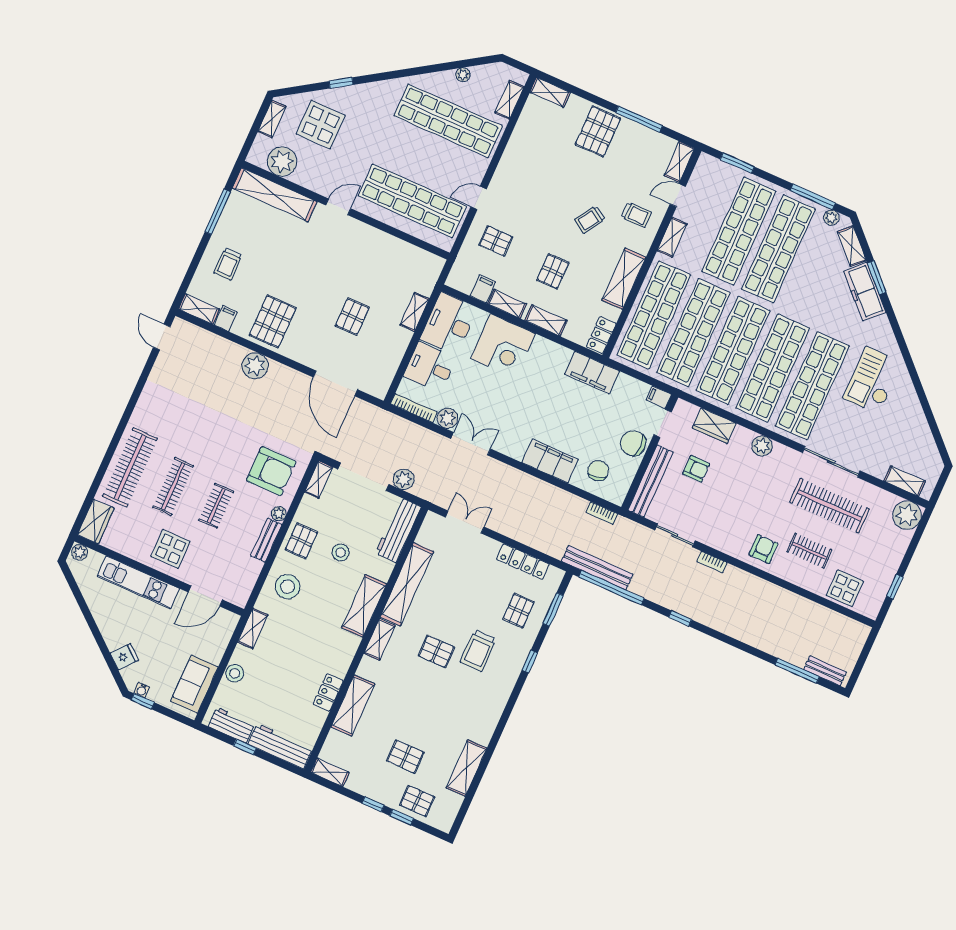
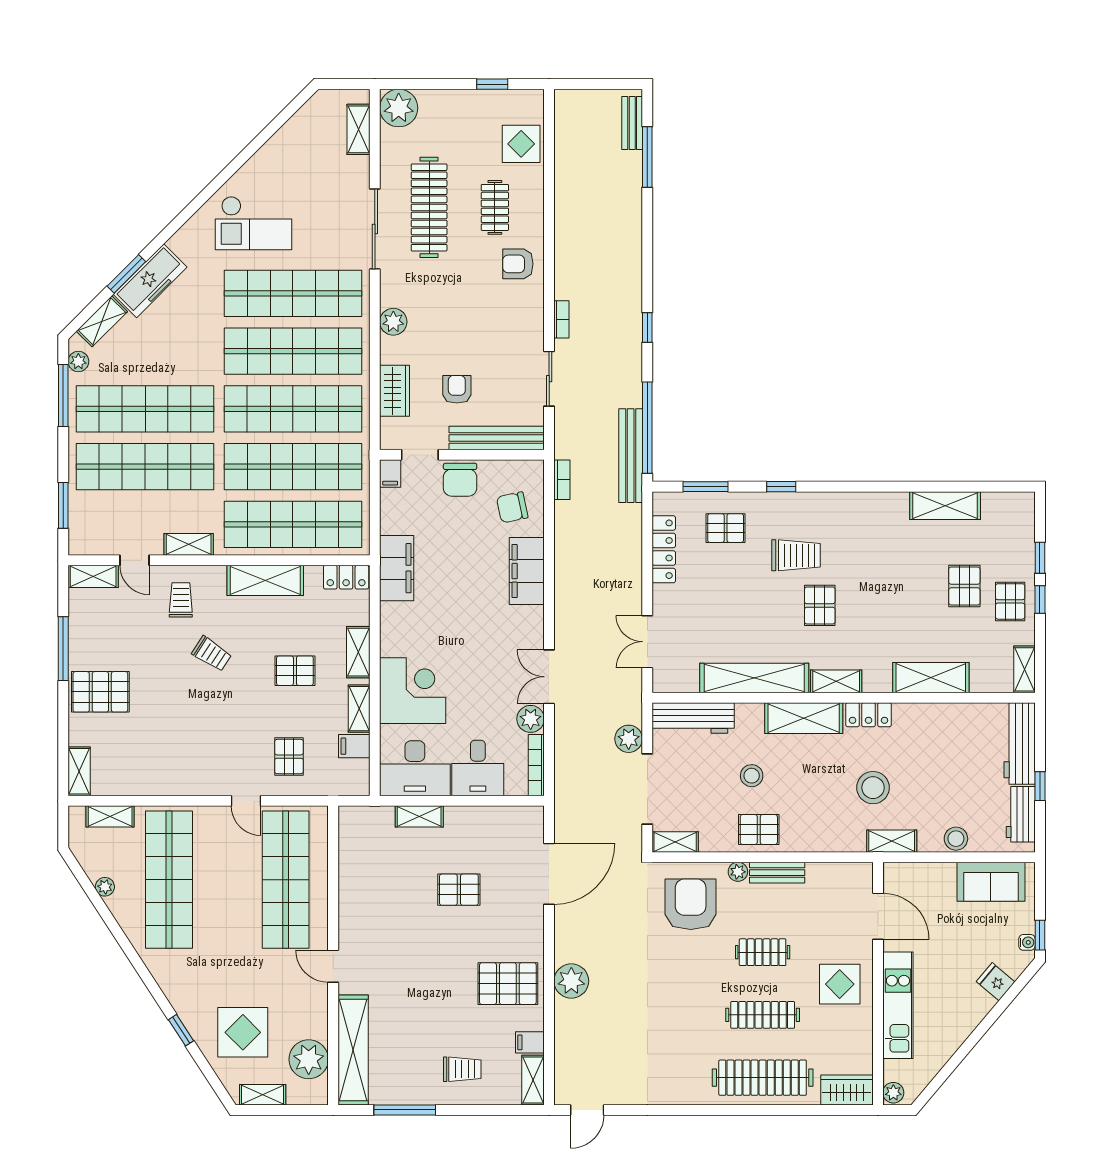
stool: (288, 587) -> (873, 788), moved
locker: (328, 692) -> (869, 715), moved
pallet: (417, 801) -> (1010, 601), moved

